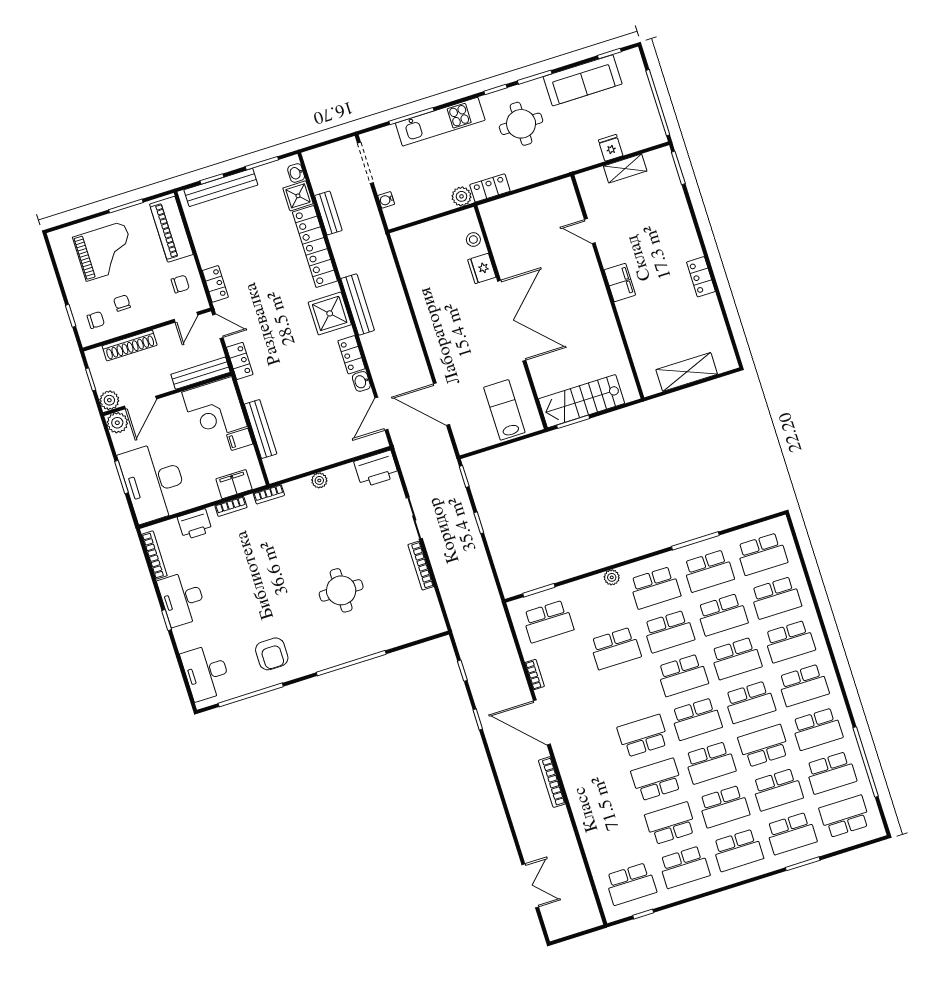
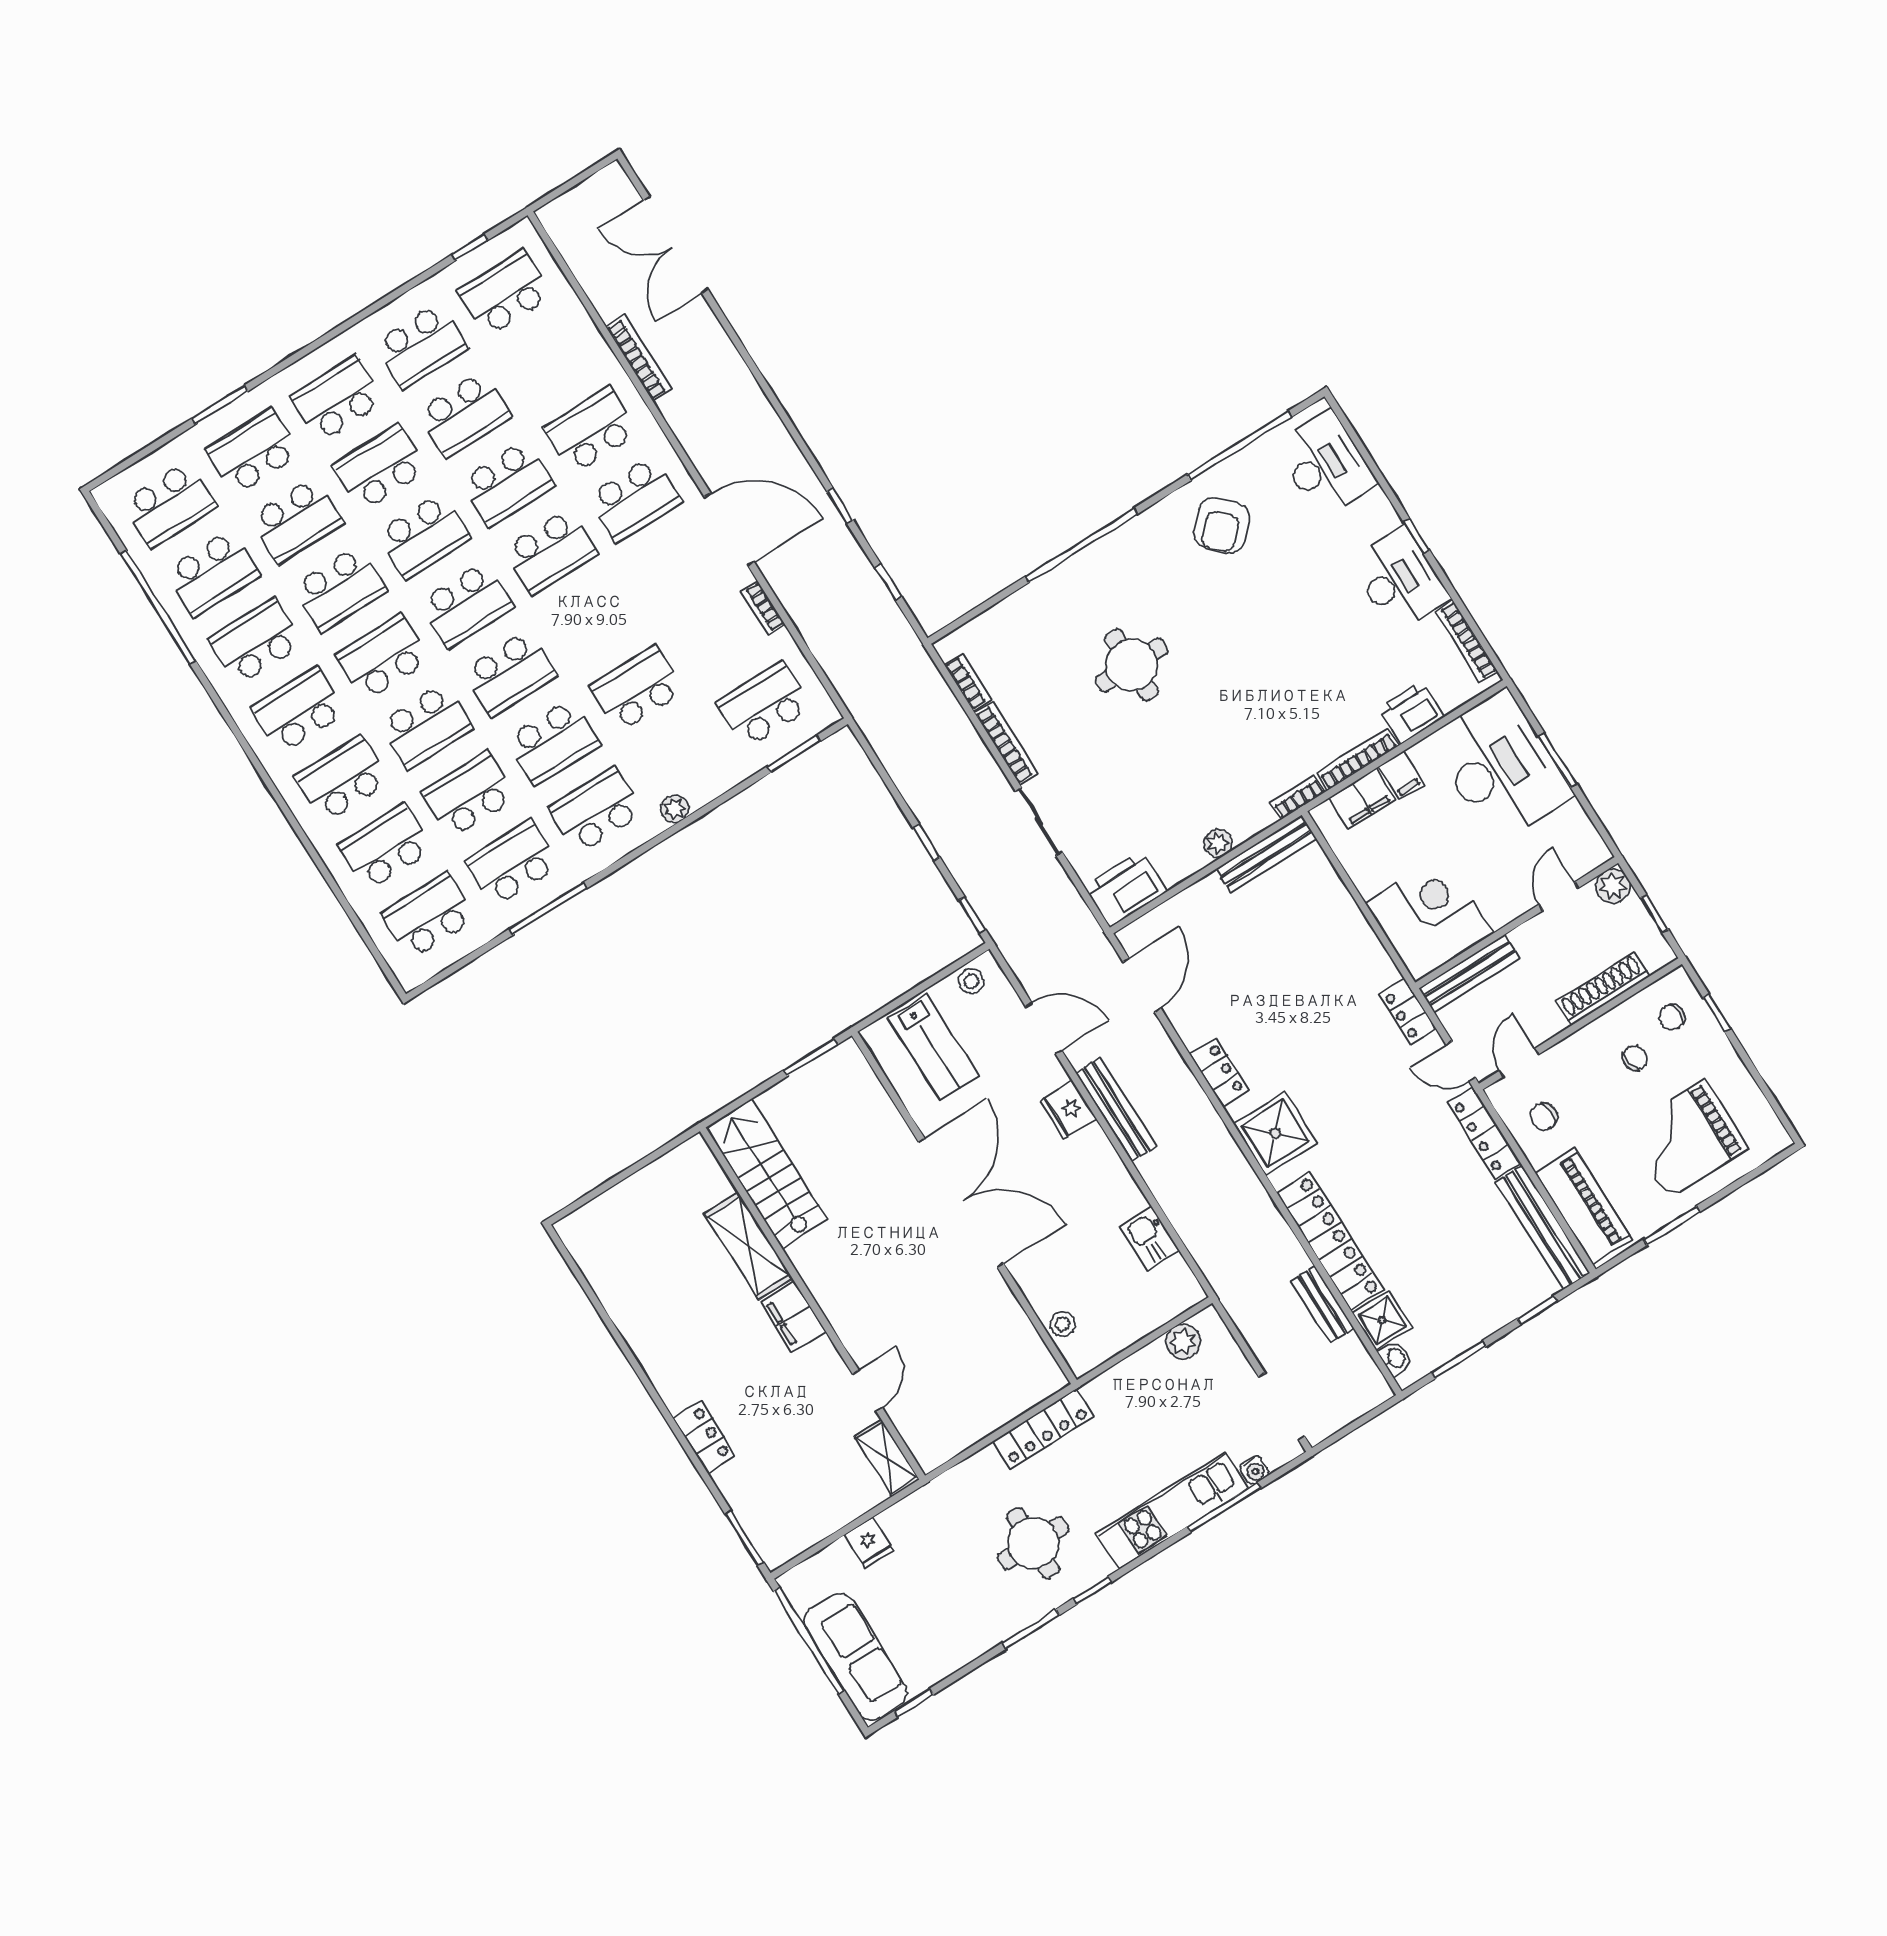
sofa: (583, 80) -> (855, 1657), moved, turned 90
shelving: (625, 168) -> (887, 1458), moved, turned 90
bench: (221, 187) -> (1543, 1227), moved, turned 90
locker: (490, 188) -> (1043, 1429), width x1.53
plant: (461, 196) -> (1183, 1342), moved
water cooler: (386, 200) -> (1255, 1470), moved, turned 90
door: (590, 231) -> (867, 1391), hinge flipped
fridge: (482, 268) -> (1068, 1110), moved, turned 180
kitchen sink: (414, 274) -> (1150, 1239), added
locker: (701, 277) -> (704, 1437), moved
locker: (215, 284) -> (1484, 1133), width x1.53
chair: (122, 303) -> (1635, 1058), turned -101
bench: (358, 304) -> (1116, 1110), moved
double door: (512, 321) -> (961, 1203), swing flipped
shelving: (687, 372) -> (748, 1246), moved, turned 90
washbasin: (361, 381) -> (1191, 1031), removed
stairs: (581, 401) -> (767, 1174), moved, turned -90
door: (140, 402) -> (1559, 896), width x0.73
door: (441, 404) -> (1044, 1028), width x0.73
plant: (117, 423) -> (1589, 851), removed
bench: (261, 429) -> (1266, 854), moved, turned 90
filing cabinet: (240, 439) -> (1401, 775), moved, turned 90
stool: (474, 440) -> (971, 981), added
bookcase: (231, 506) -> (1357, 759), width x1.56
bookcase: (433, 605) -> (968, 682), added
school desk: (669, 631) -> (553, 742), turned 180
armchair: (272, 654) -> (1222, 525), turned -135
school desk: (736, 658) -> (426, 726), turned 180
school desk: (683, 675) -> (510, 673), turned 180
school desk: (696, 719) -> (467, 605), turned 180
school desk: (589, 753) -> (634, 499), added
school desk: (710, 763) -> (423, 536), turned 180
school desk: (831, 773) -> (213, 573), turned 180
bookcase: (552, 782) -> (639, 358), moved
school desk: (777, 790) -> (296, 520), turned 180
school desk: (603, 796) -> (591, 430), added
school desk: (684, 867) -> (421, 346), turned 180
double door: (530, 886) -> (676, 245), width x1.37

